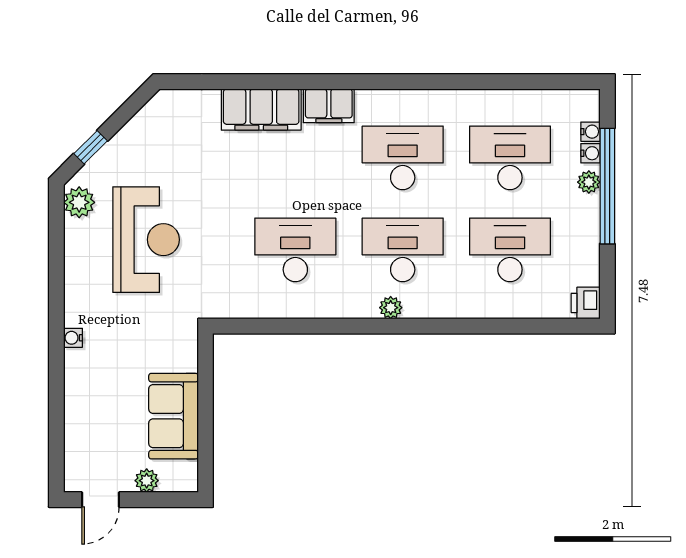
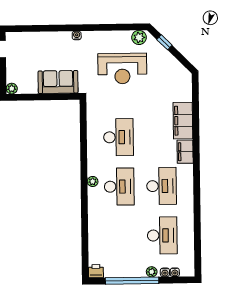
window: (607, 186) -> (132, 281), moved
desk: (510, 250) -> (120, 236), removed
sofa: (173, 416) -> (58, 82), moved
plant: (147, 481) -> (12, 89), moved

